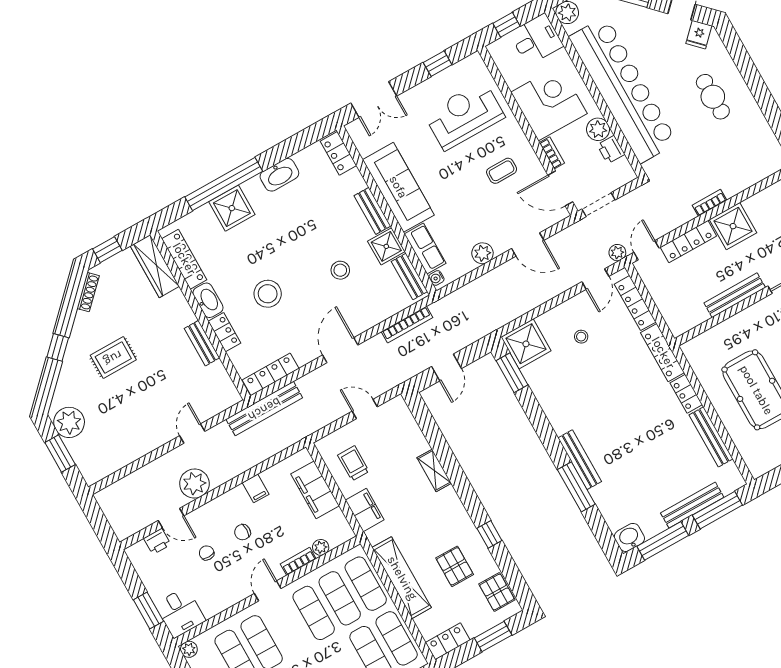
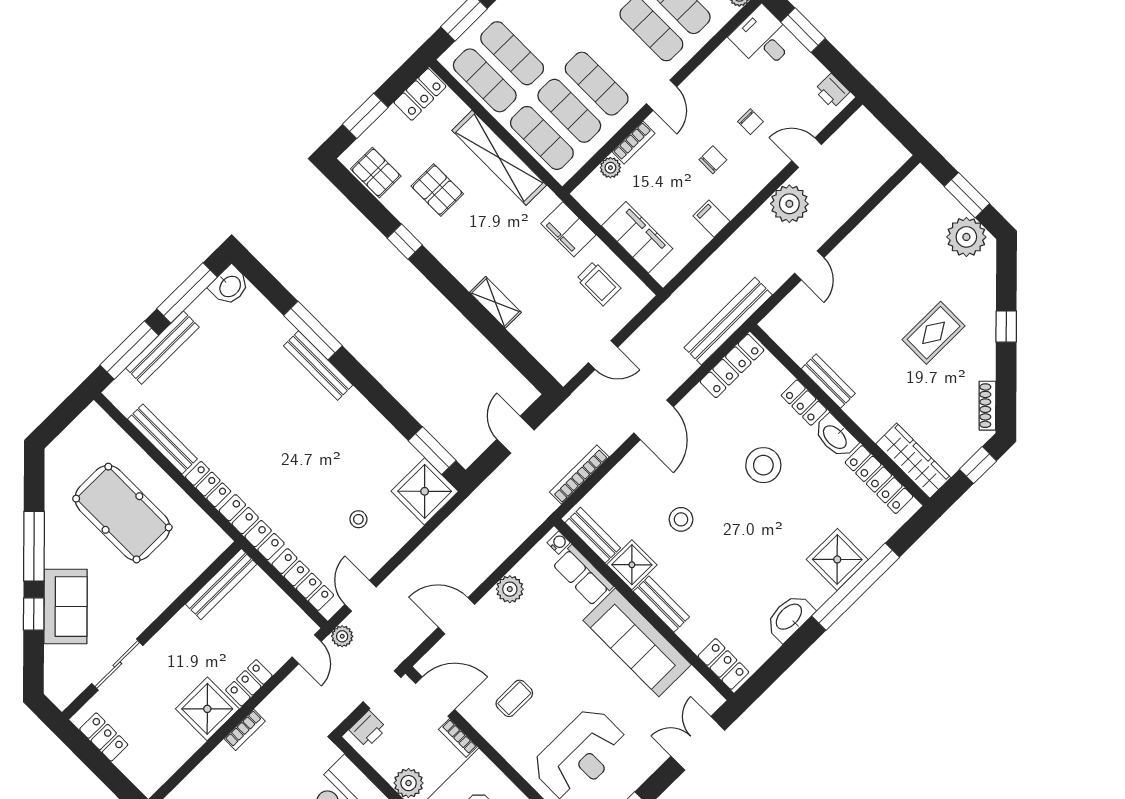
printer: (611, 150) -> (368, 729), moved, turned 90
locker: (688, 242) -> (249, 683), width x0.66
bench: (735, 295) -> (221, 584), moved
printer: (157, 541) -> (832, 91), moved, turned -90

